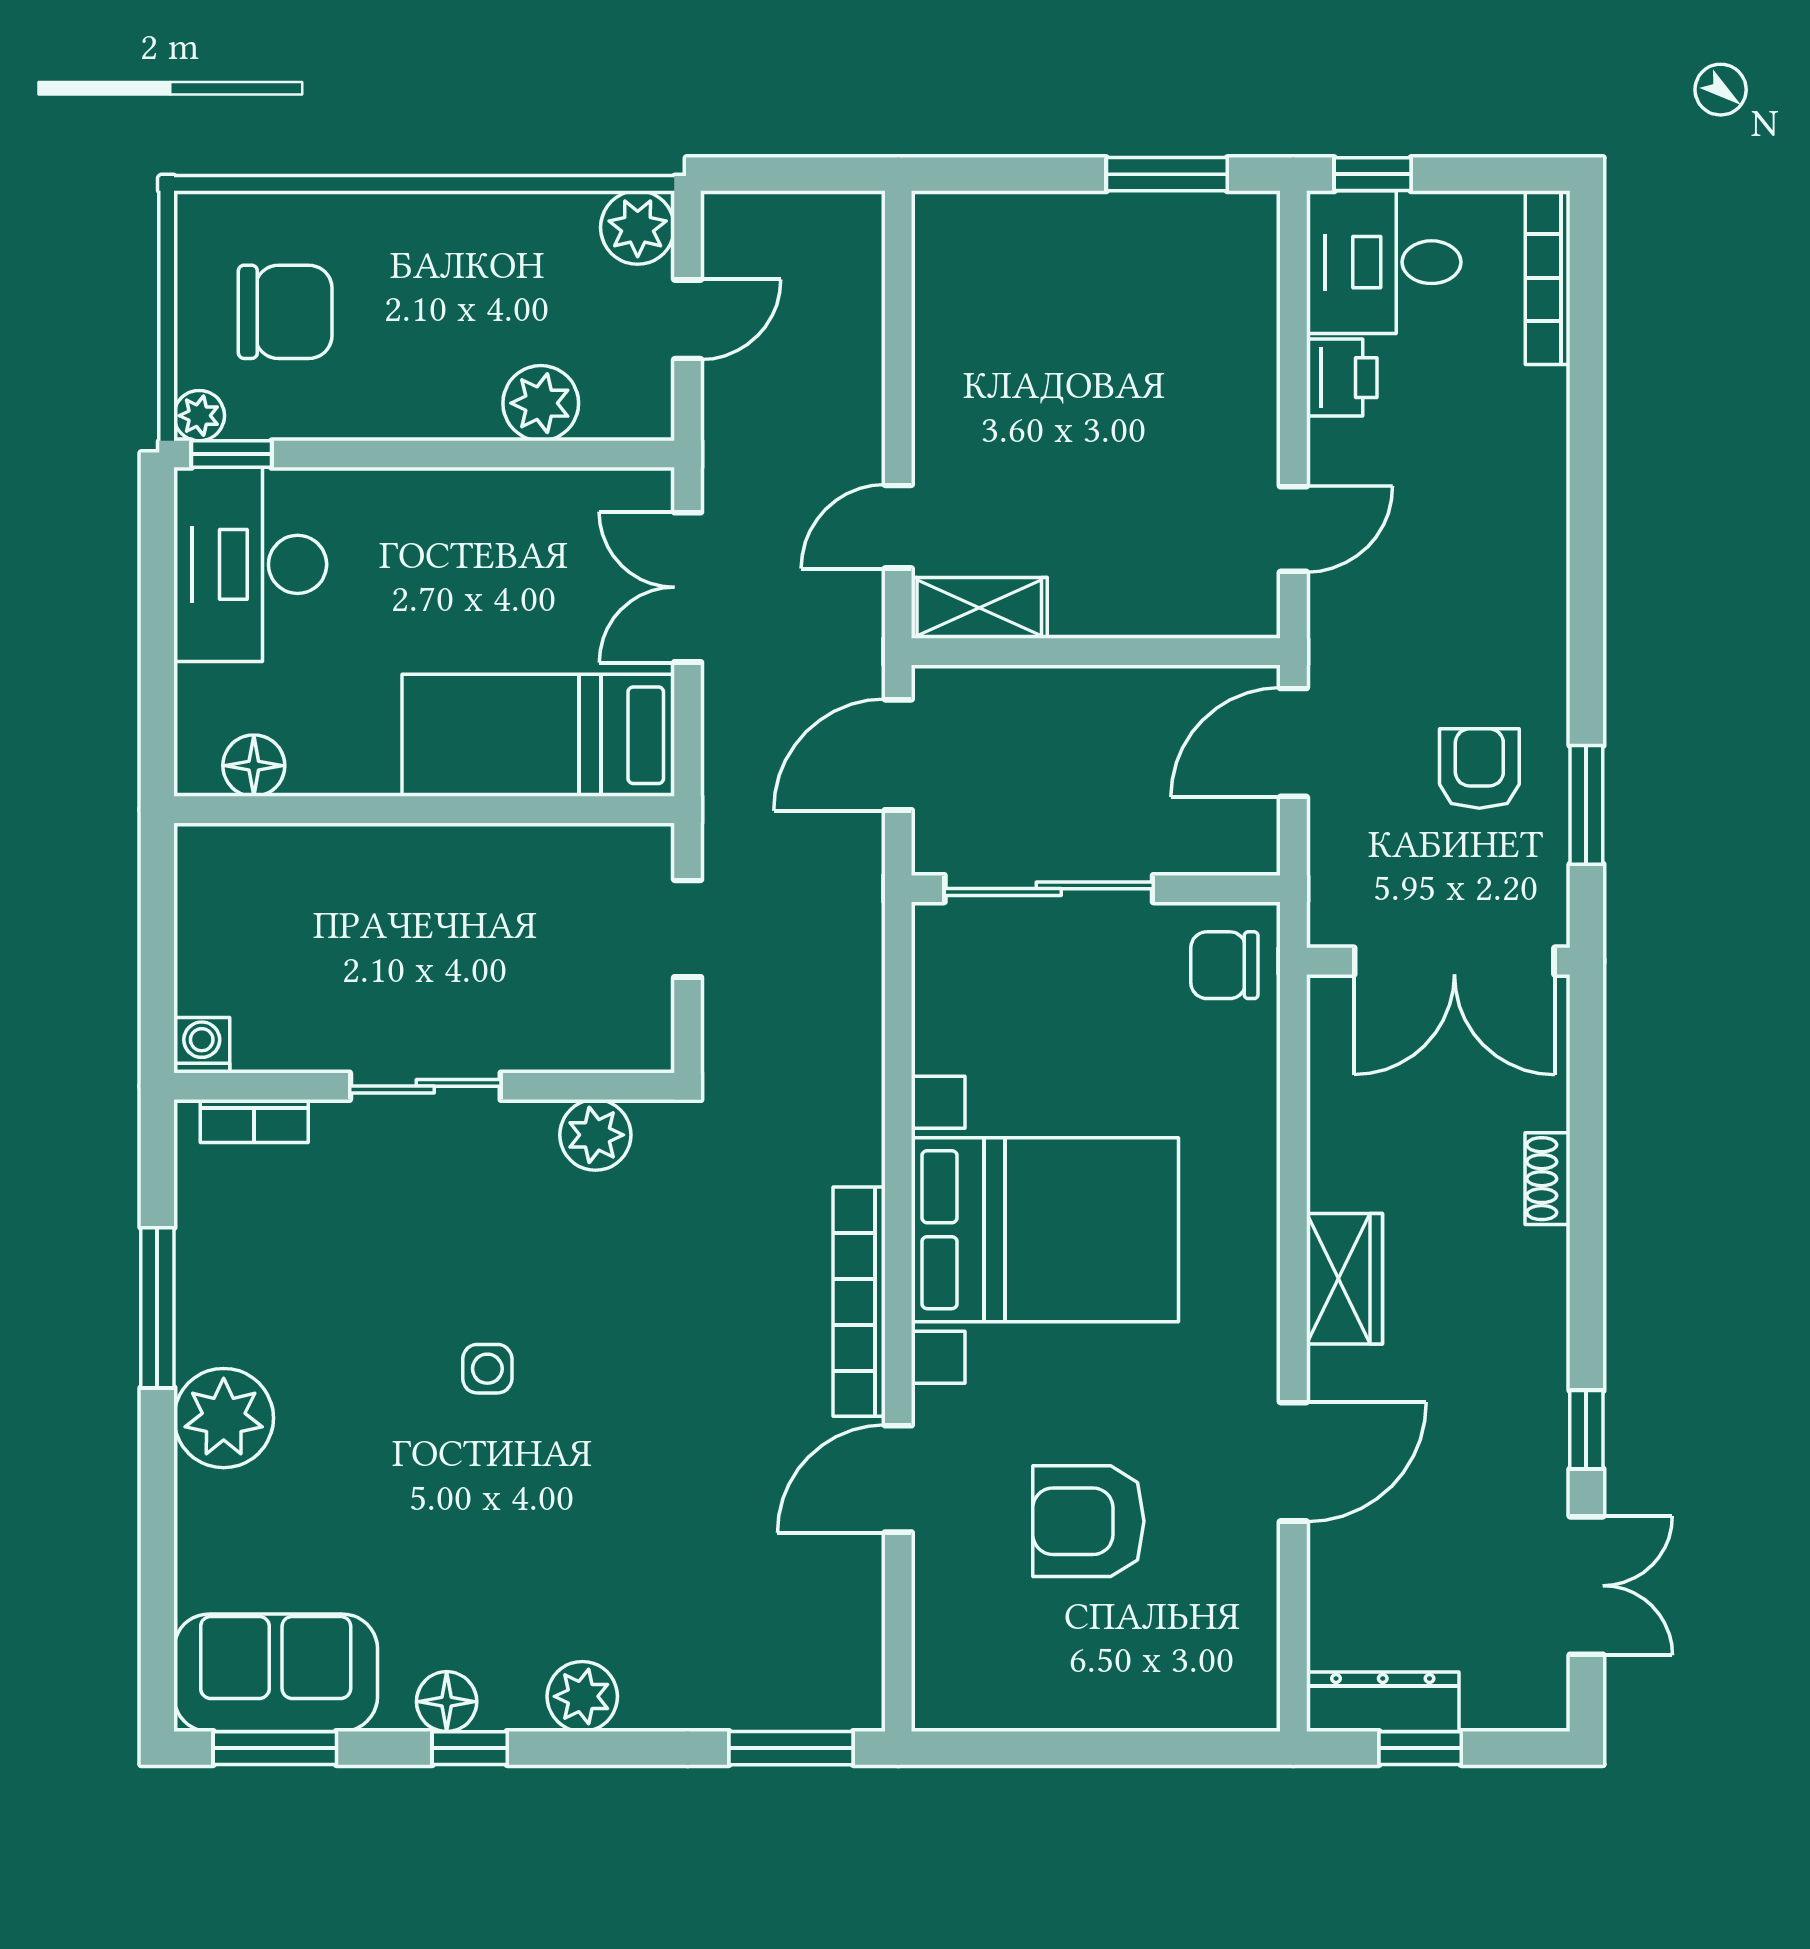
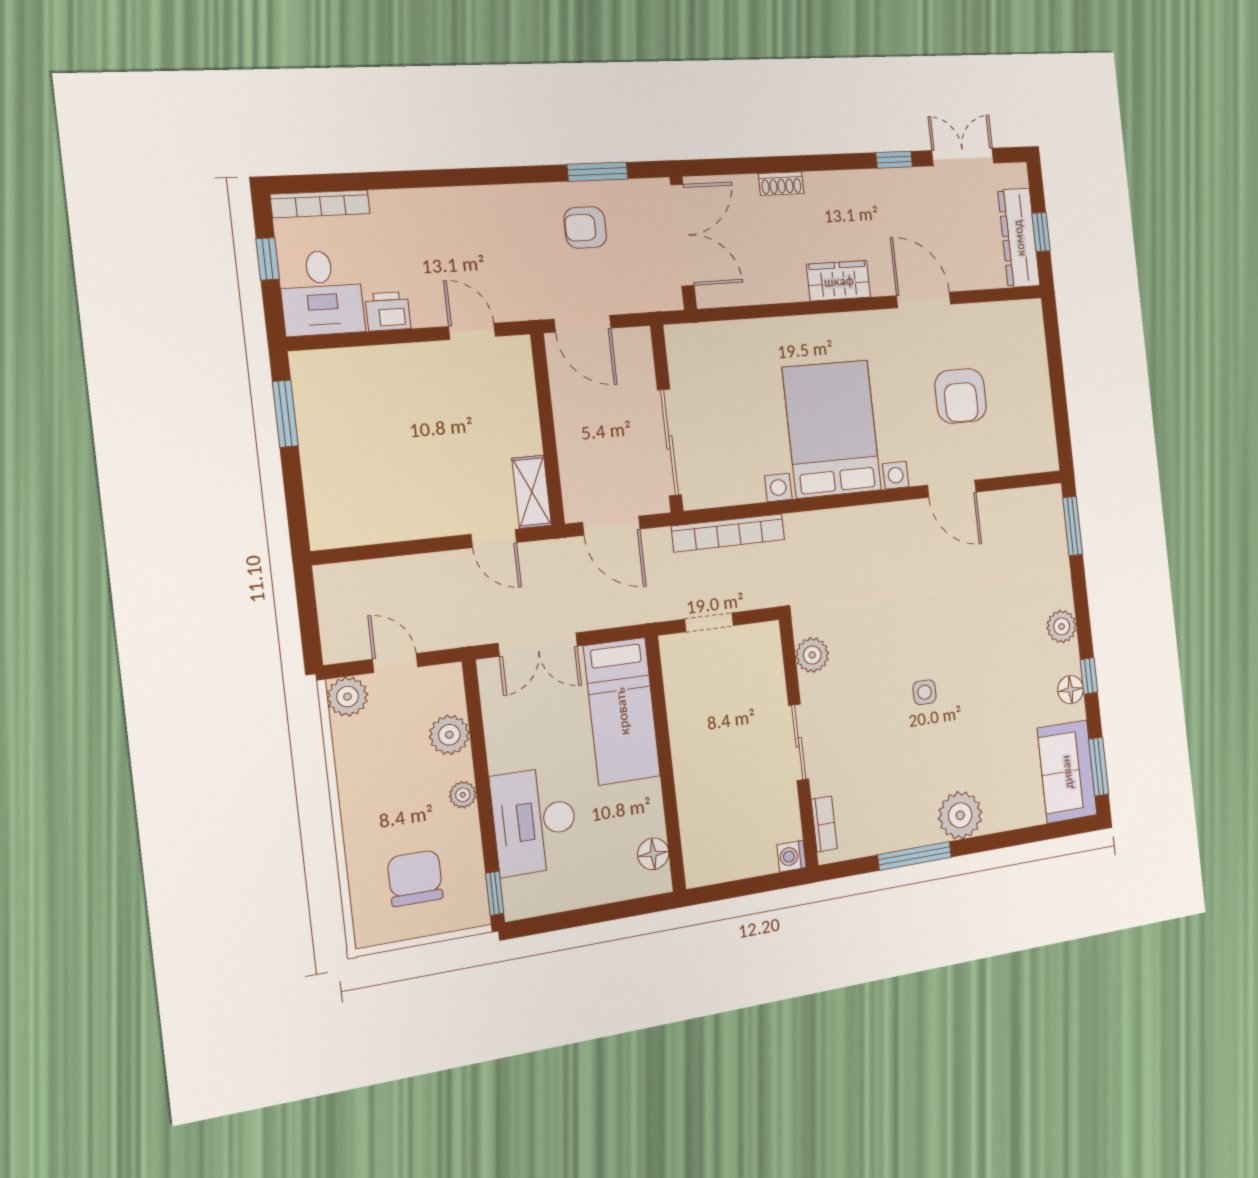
window: (1373, 174) -> (268, 259), moved
plant: (199, 416) -> (463, 795), moved
desk: (250, 564) -> (534, 821), moved, turned 90
chair: (1224, 965) -> (697, 351), removed
bookcase: (859, 1302) -> (728, 533), moved
dresser: (1383, 1702) -> (1019, 238), width x1.37, depth x1.24

